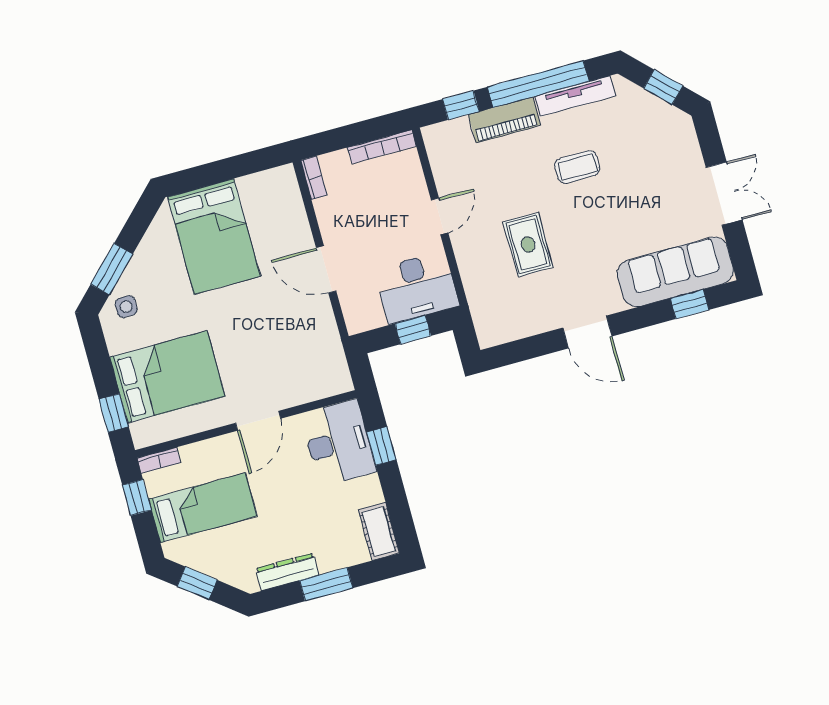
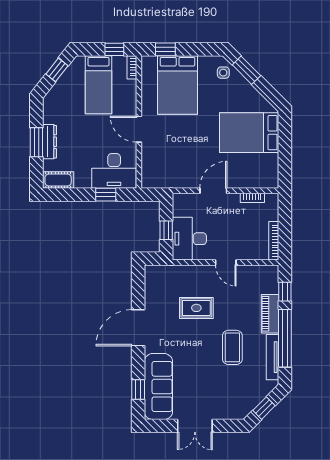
coffee table: (577, 167) -> (232, 347), width x1.36, depth x1.30
bookcase: (314, 178) -> (252, 198), moved
door: (587, 332) -> (138, 328), width x1.36
dresser: (287, 572) -> (50, 142), moved

